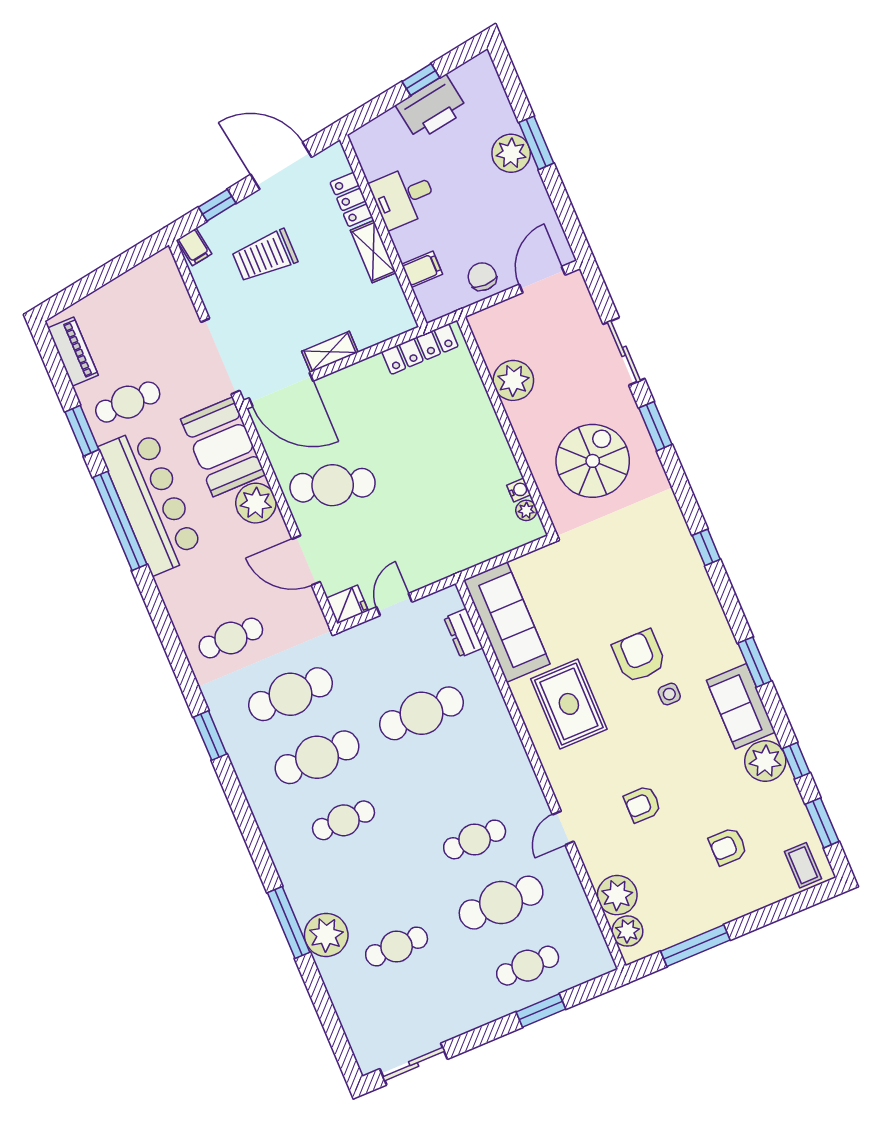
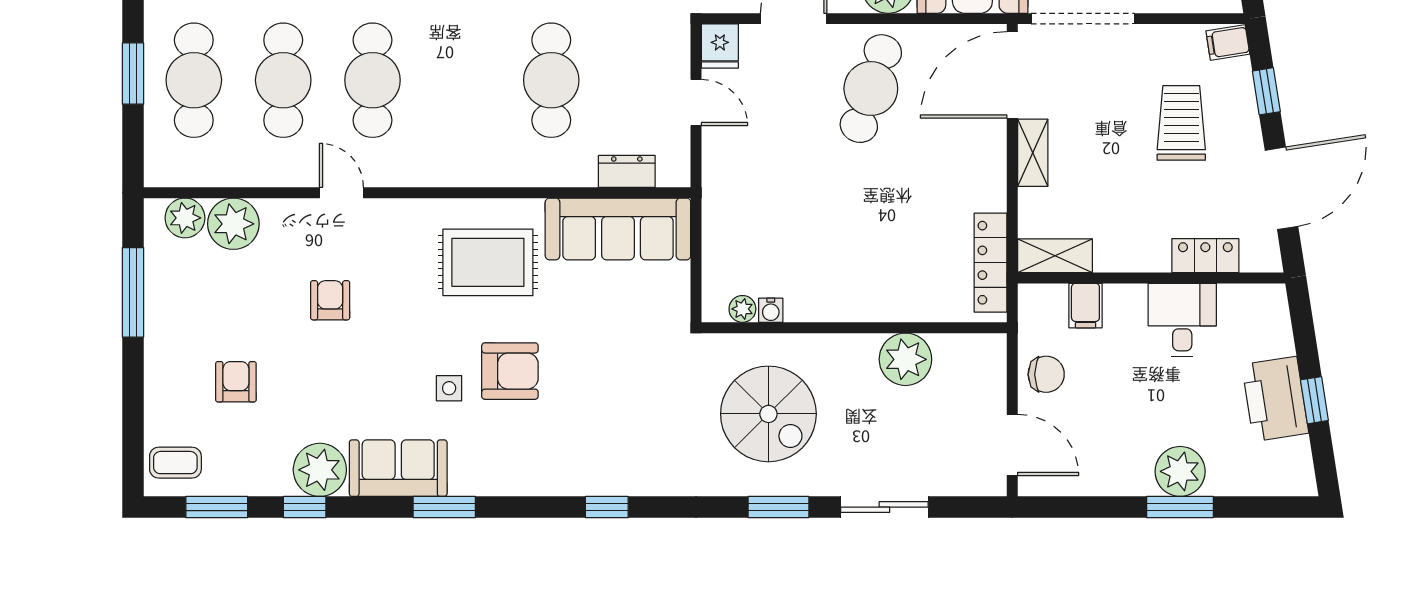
shelving: (373, 252) -> (1055, 256), moved
cafe table: (475, 839) -> (373, 80), width x1.37, depth x1.35
cafe table: (528, 966) -> (194, 80), width x1.37, depth x1.35

